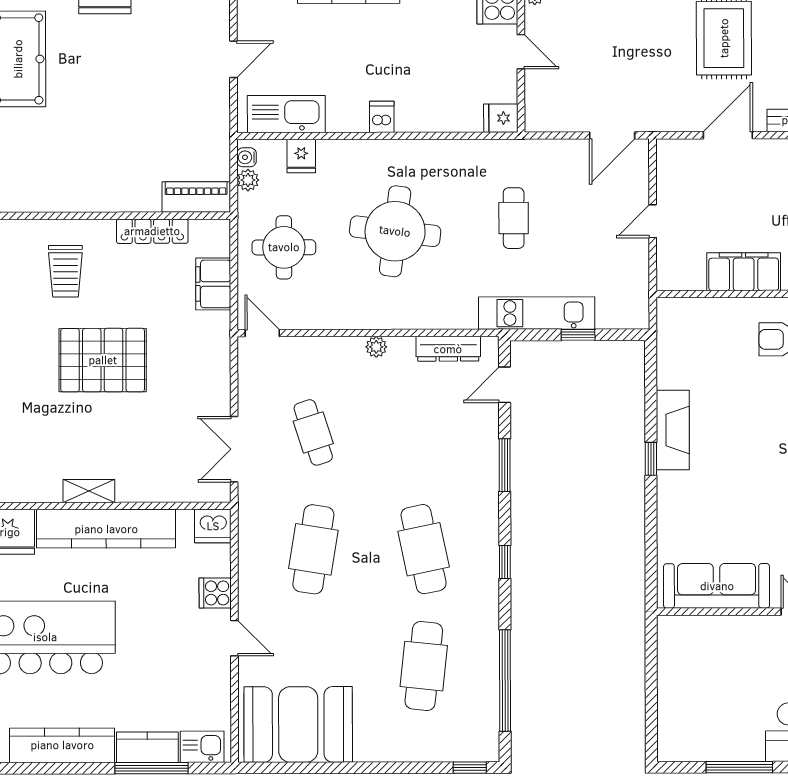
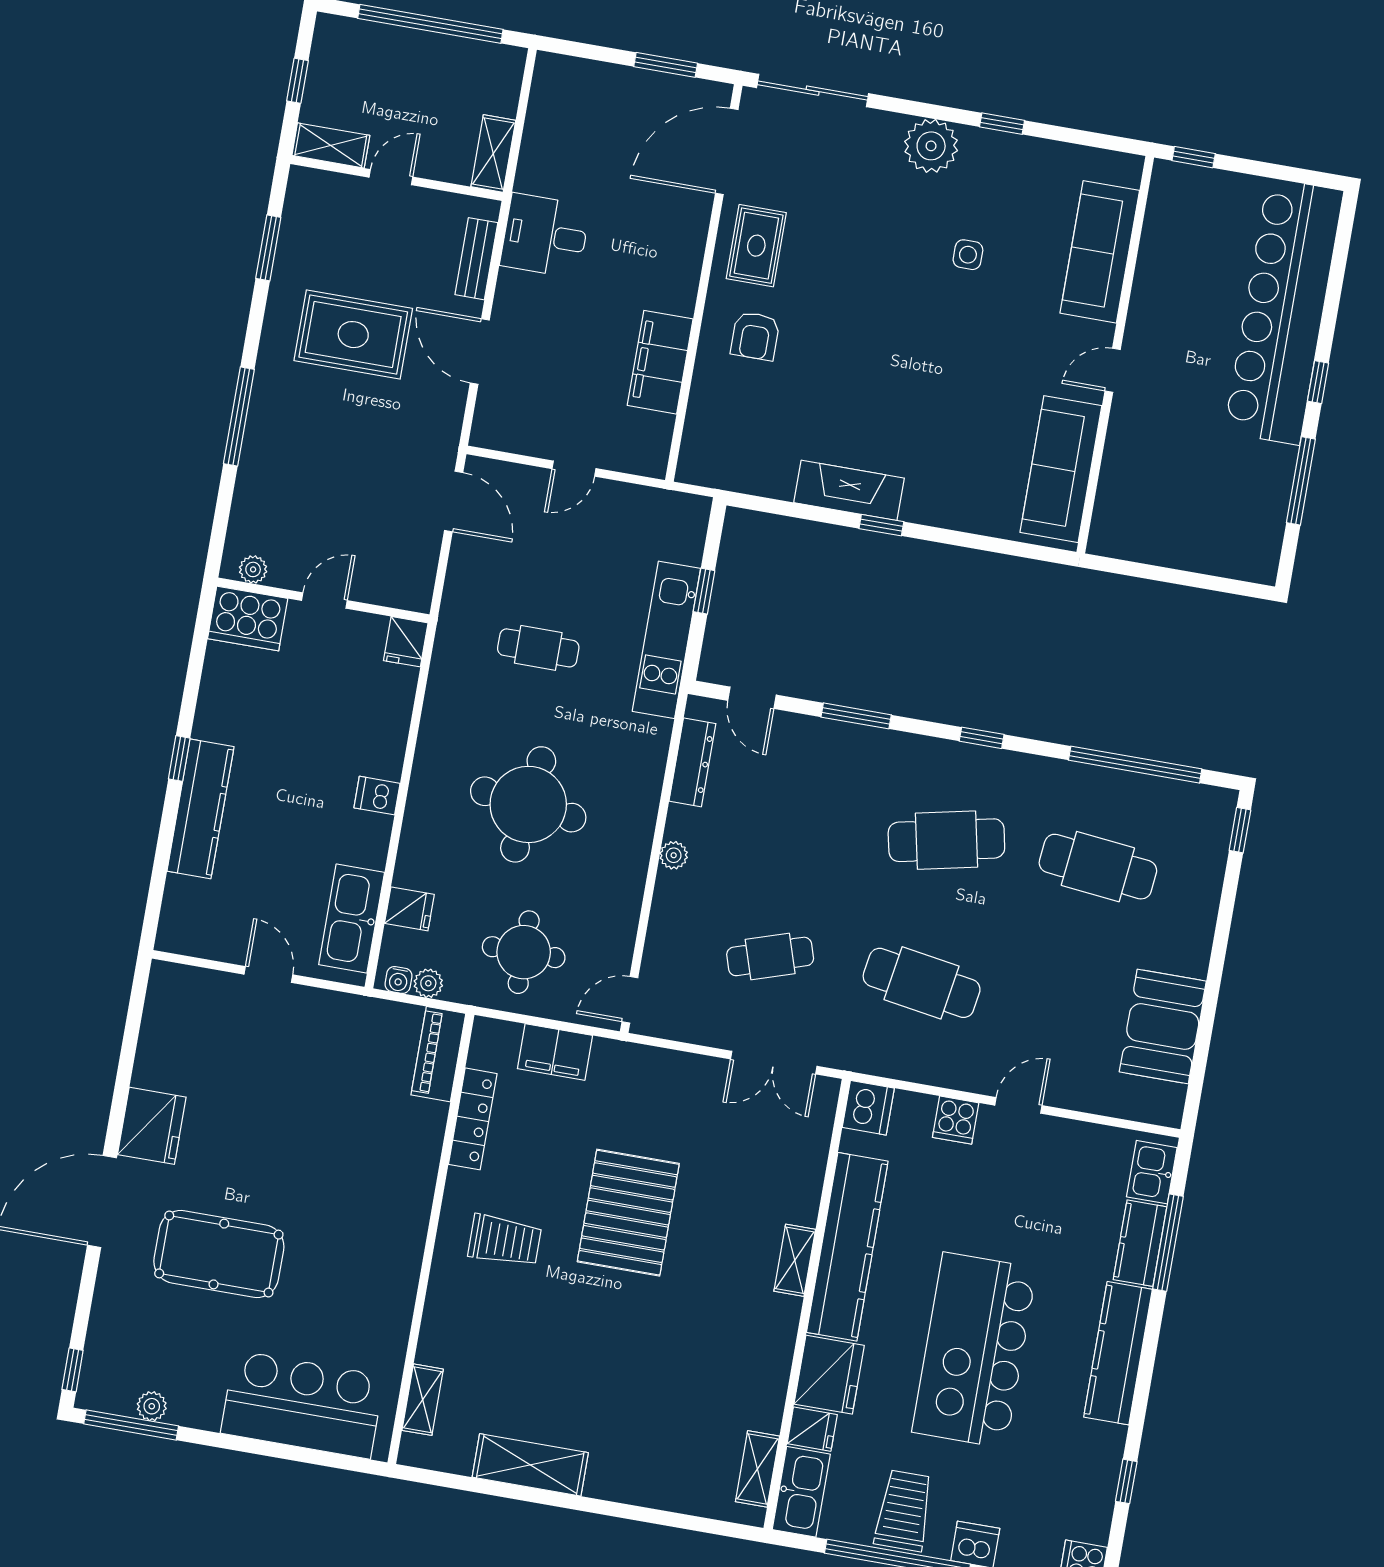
door: (653, 221) -> (574, 469), hinge flipped
booth: (298, 724) -> (1163, 1026), width x0.73, depth x0.70

